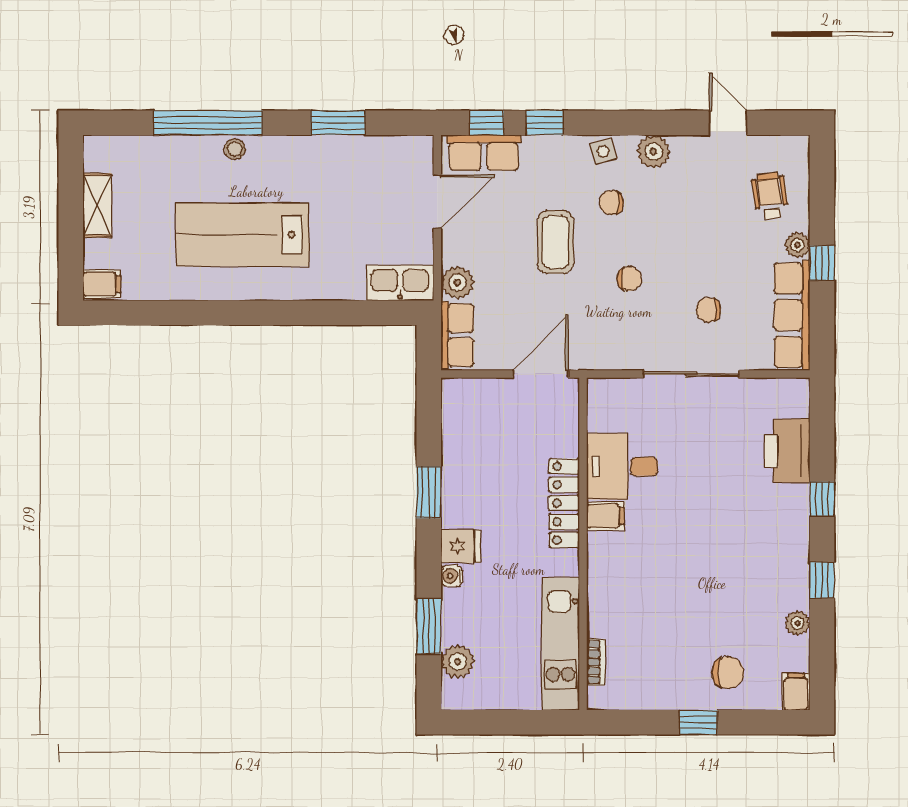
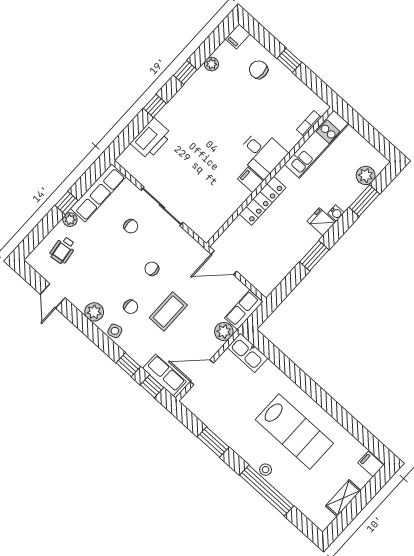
desk: (622, 466) -> (262, 153), moved

